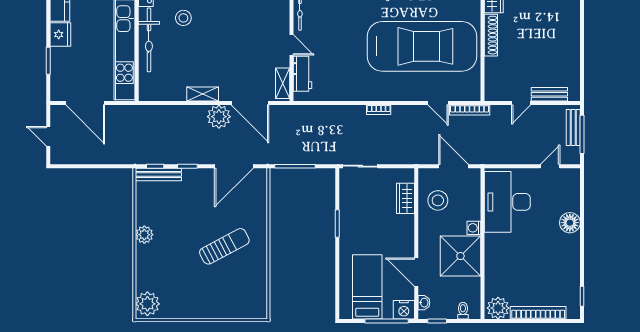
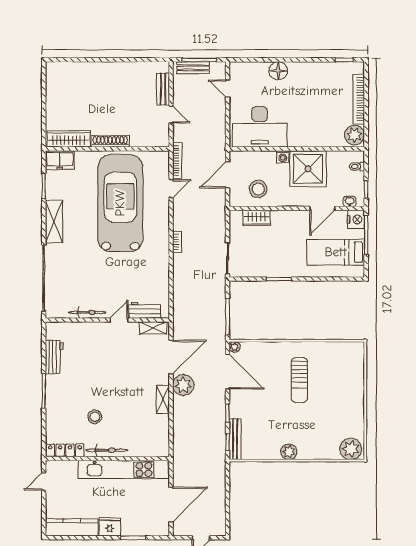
bicycle: (149, 40) -> (107, 450), width x0.73, depth x0.71
plant: (261, 174) -> (235, 347), added
sun lounger: (224, 246) -> (299, 380), turned -152

